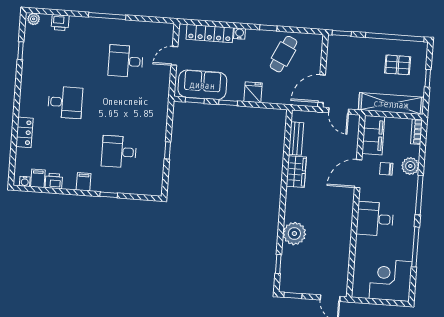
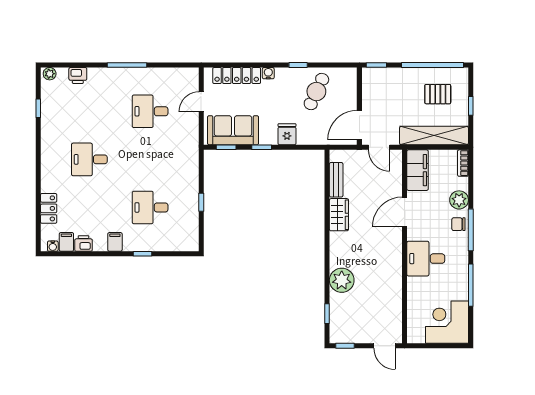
desk: (65, 102) -> (89, 159), turned 180
locker: (24, 132) -> (49, 208), moved
chair: (386, 169) -> (458, 224), moved

